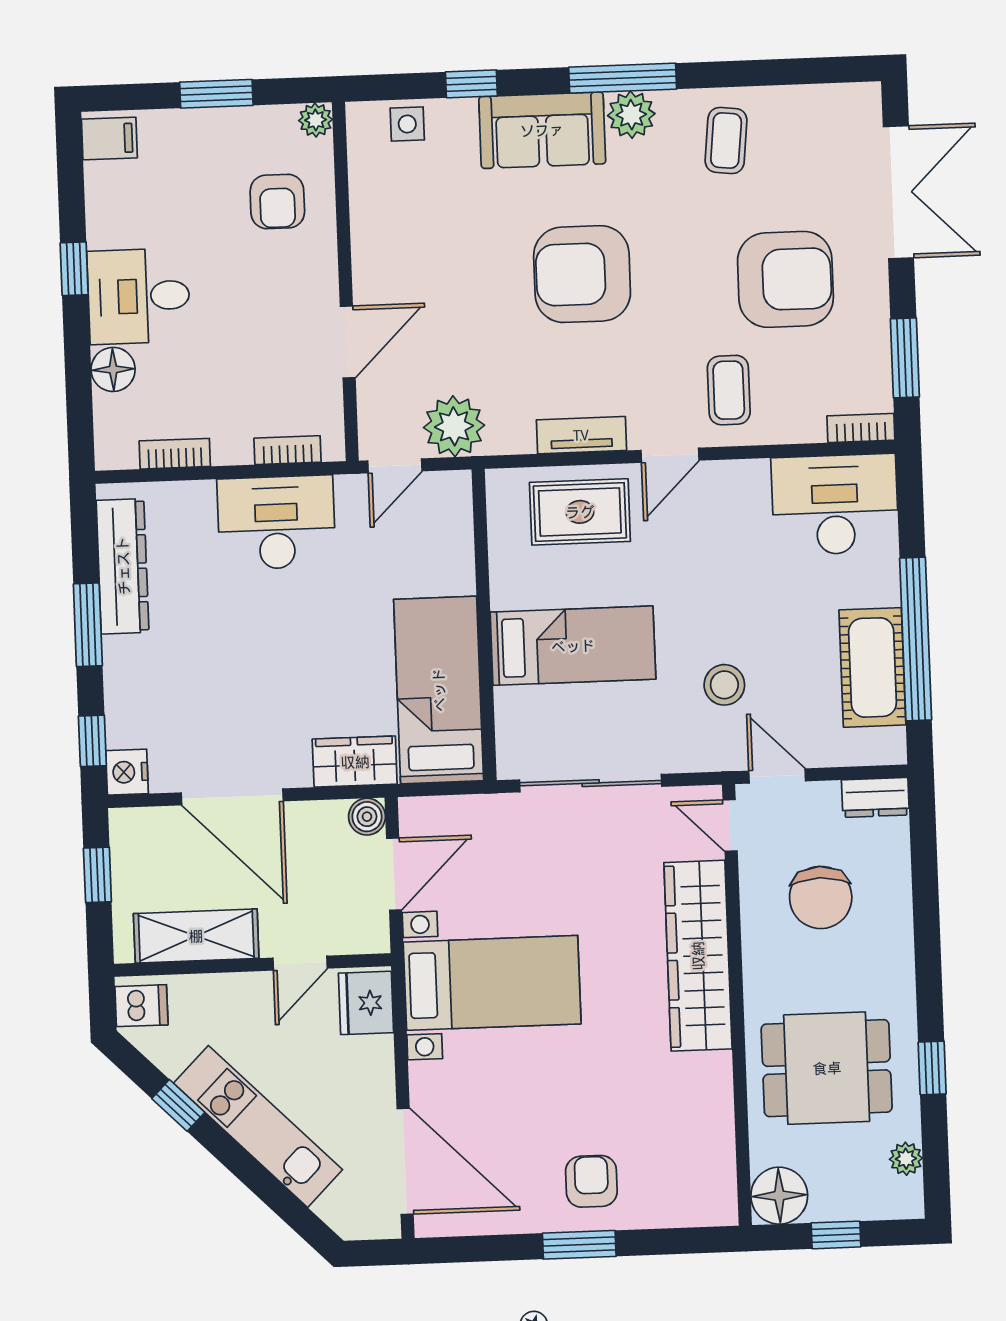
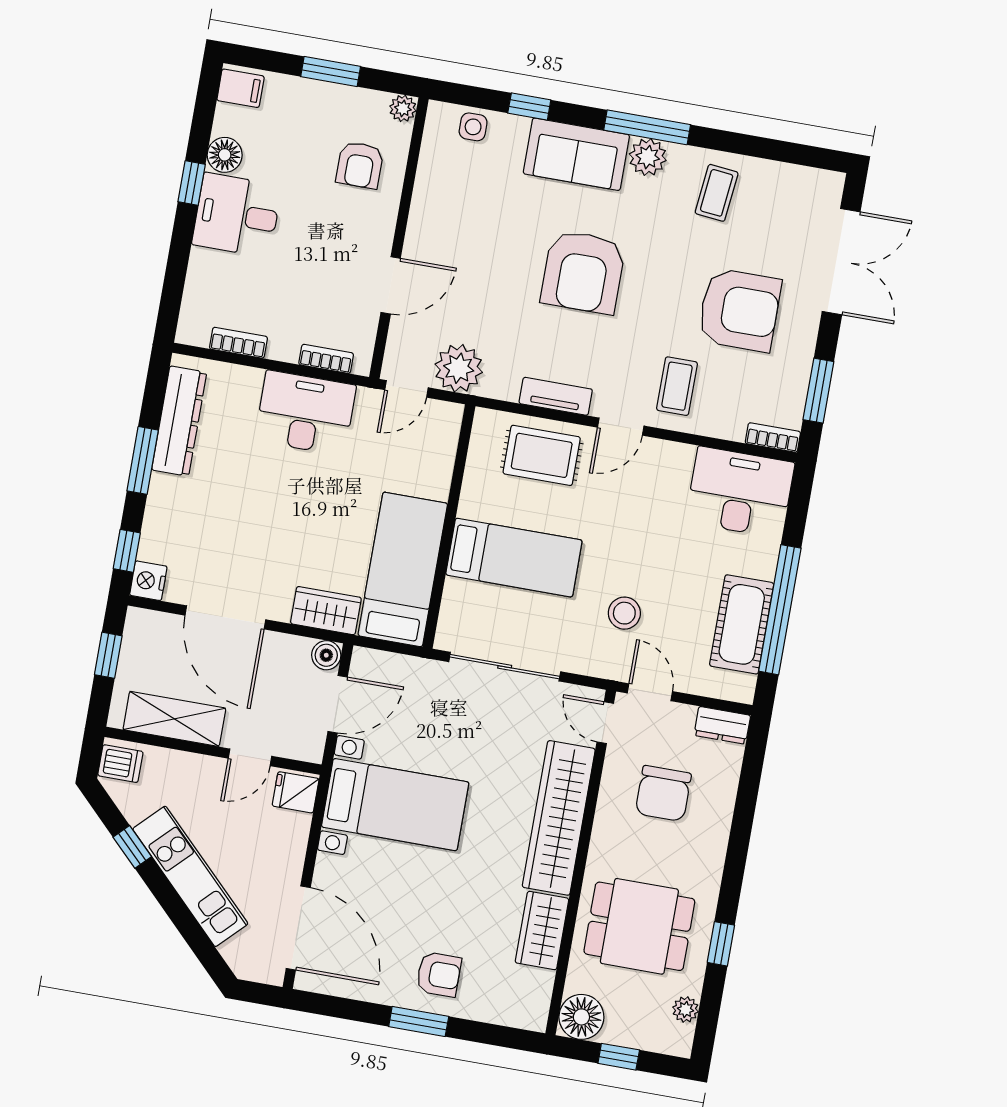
armchair: (582, 274) -> (583, 272), turned -90
floor lamp: (113, 369) -> (225, 155), moved
fridge: (366, 1003) -> (296, 792), width x0.72
wardrobe: (707, 1099) -> (542, 931), added
armchair: (591, 1181) -> (439, 974), turned 90

